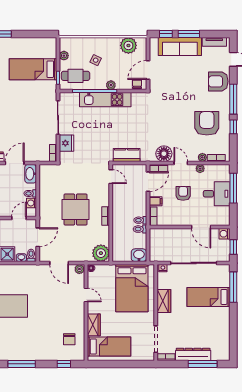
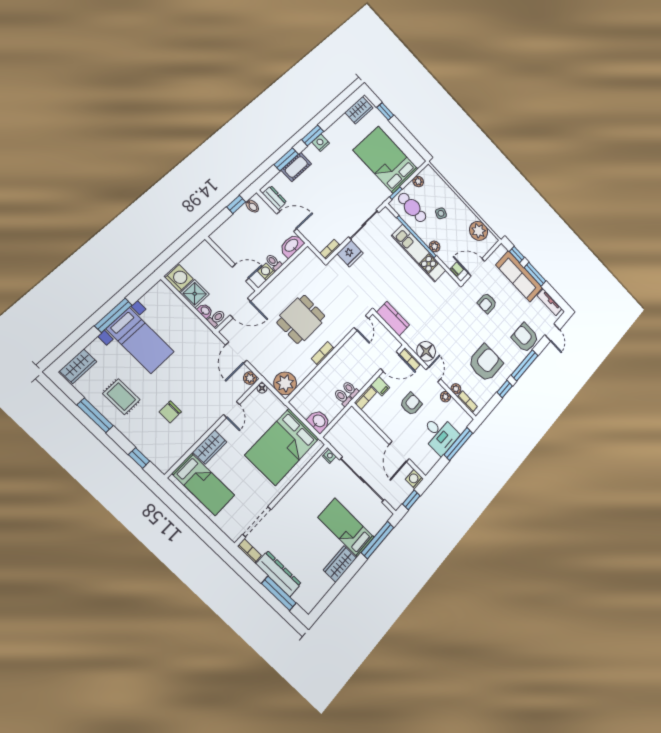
bed: (33, 69) -> (386, 160), width x1.50
armchair: (175, 85) -> (487, 303), added
wardrobe: (164, 301) -> (340, 564), moved, turned 180
chair: (69, 339) -> (170, 412), moved
rug: (25, 343) -> (121, 397), added

